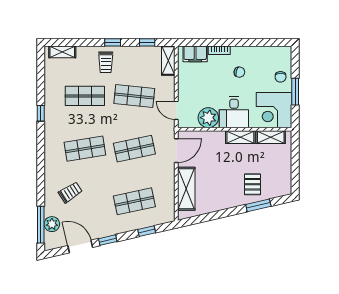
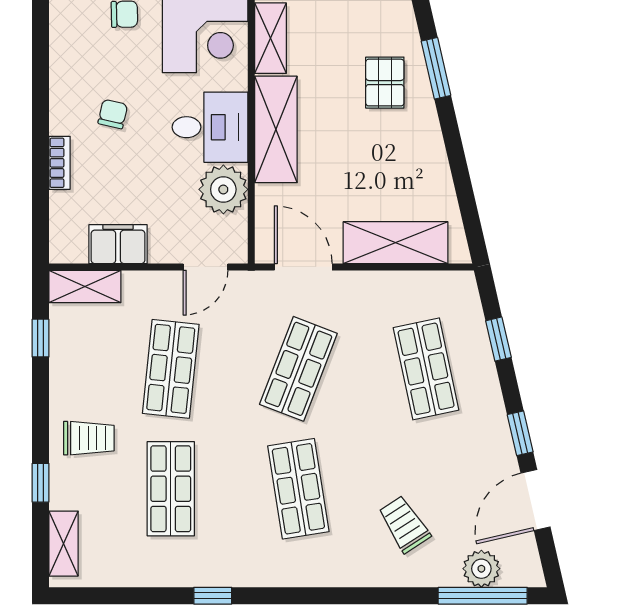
window: (113, 42) -> (41, 483), moved
filing cabinet: (195, 54) -> (118, 244), moved, turned -90
shelving: (240, 137) -> (276, 129), width x1.50, depth x1.33
shop shelf: (134, 149) -> (298, 369), turned 33
pallet: (252, 184) -> (385, 83), turned 90

